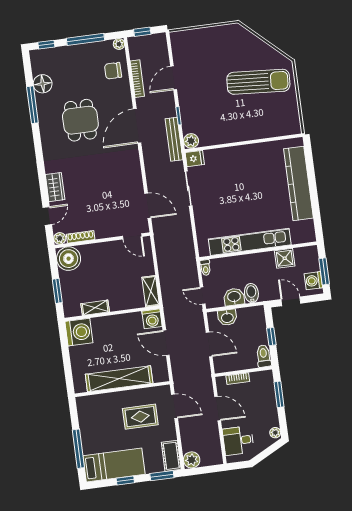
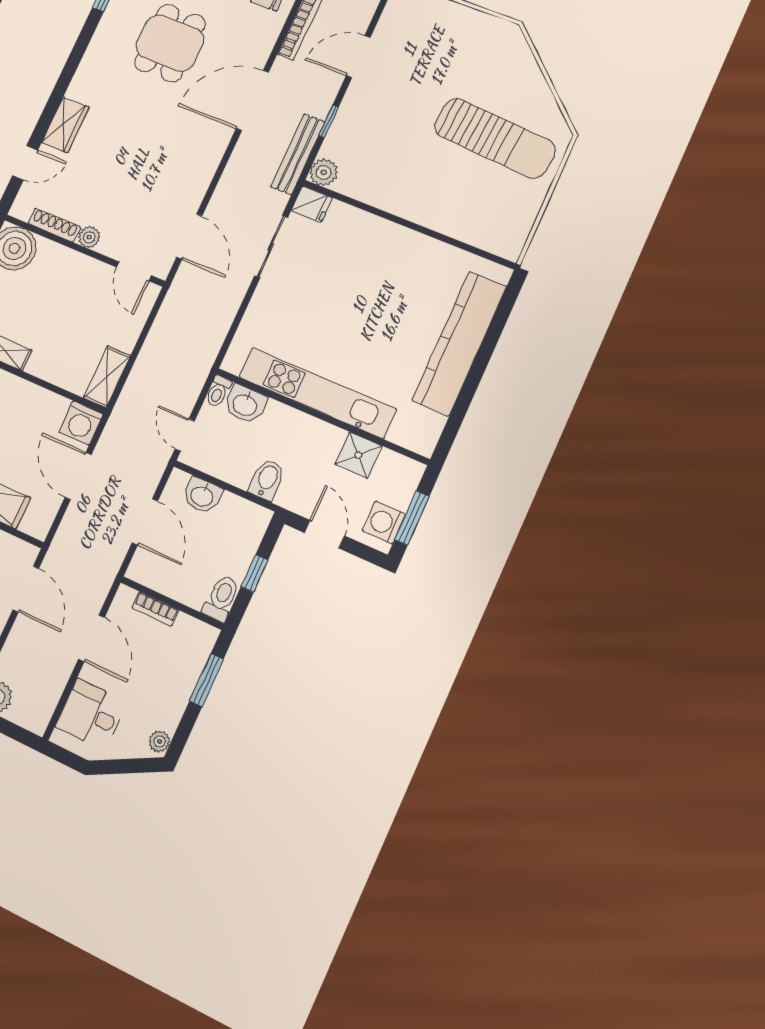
plant: (60, 238) -> (89, 237), moved
washbasin: (234, 297) -> (245, 404), moved, turned 180

